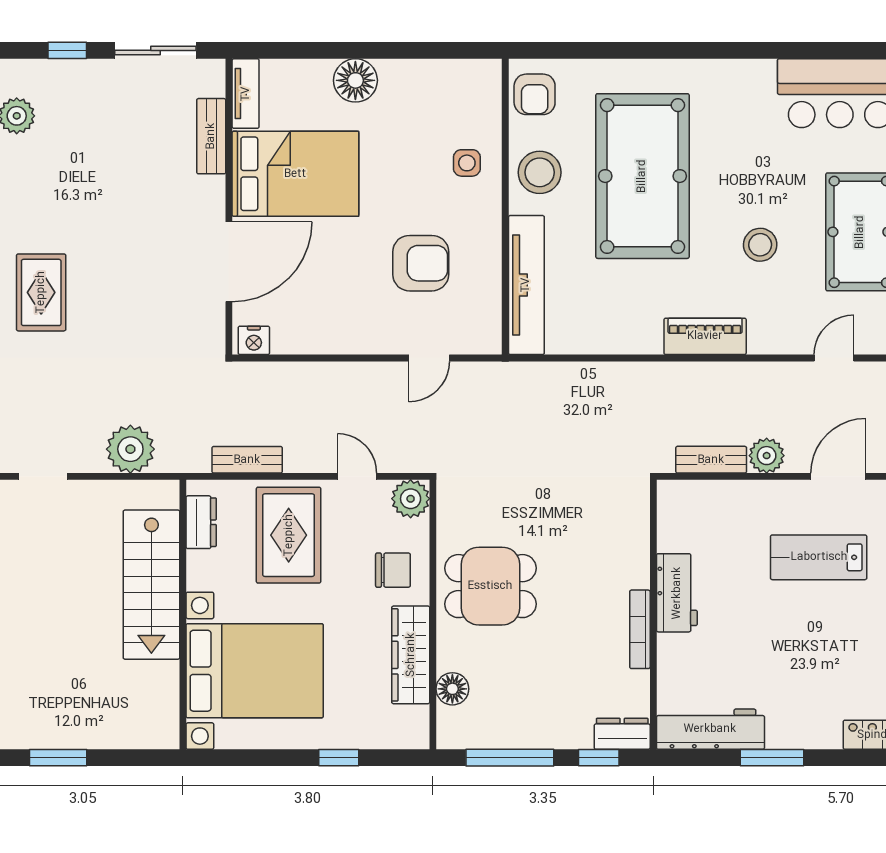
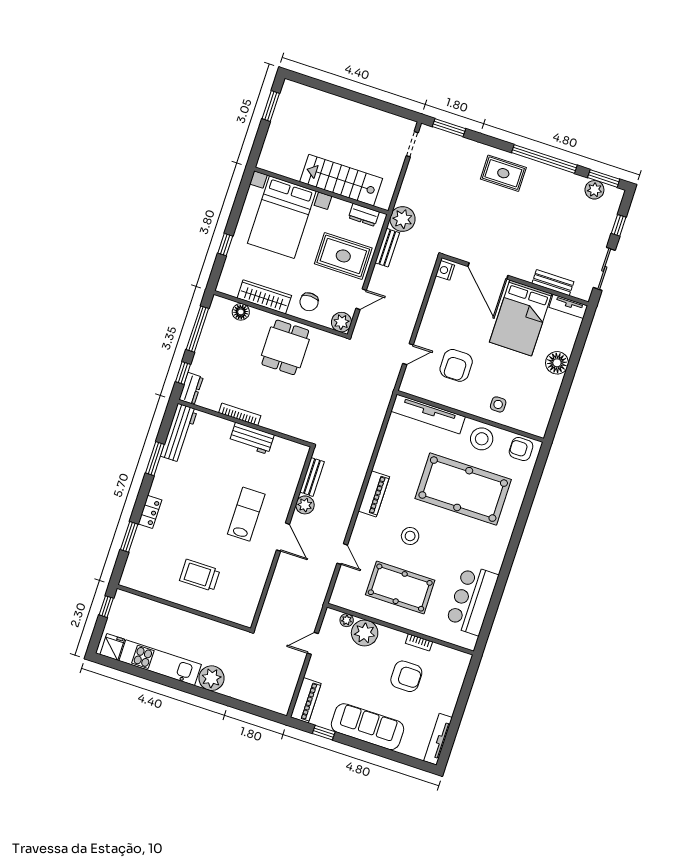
door: (429, 358) -> (408, 354), swing flipped
plant: (130, 449) -> (402, 219), moved

